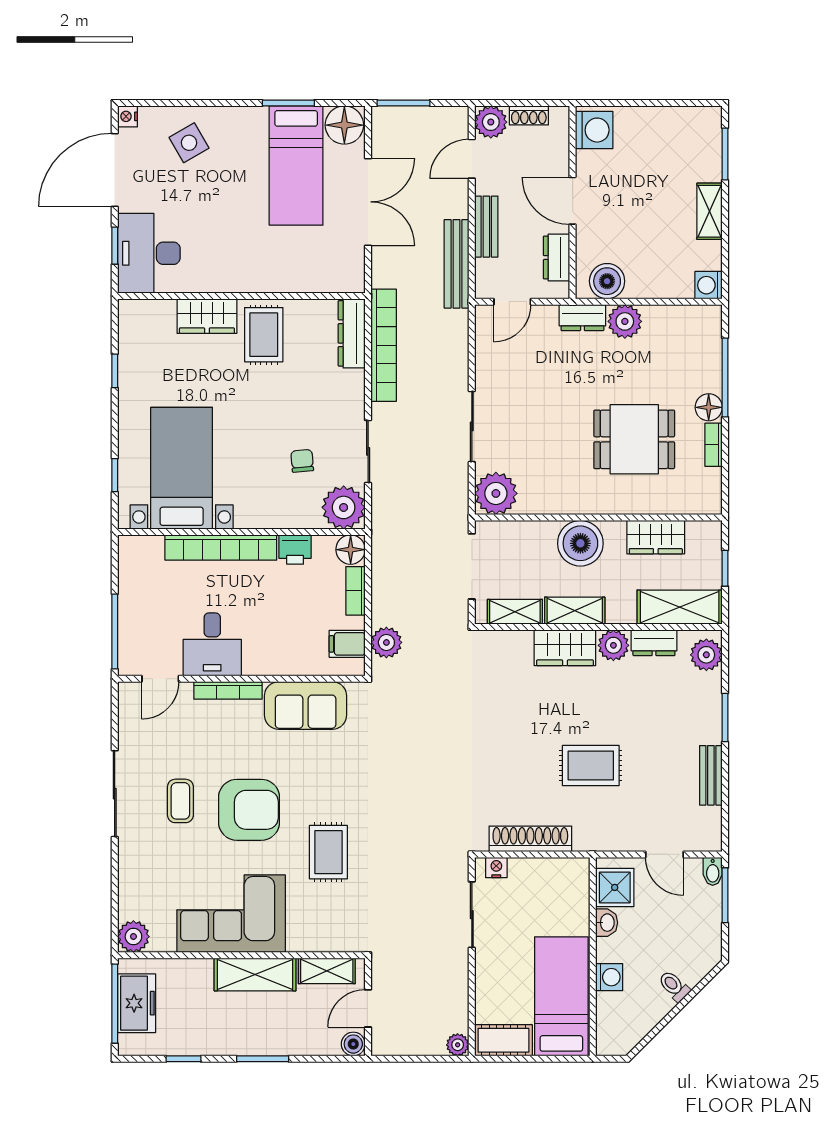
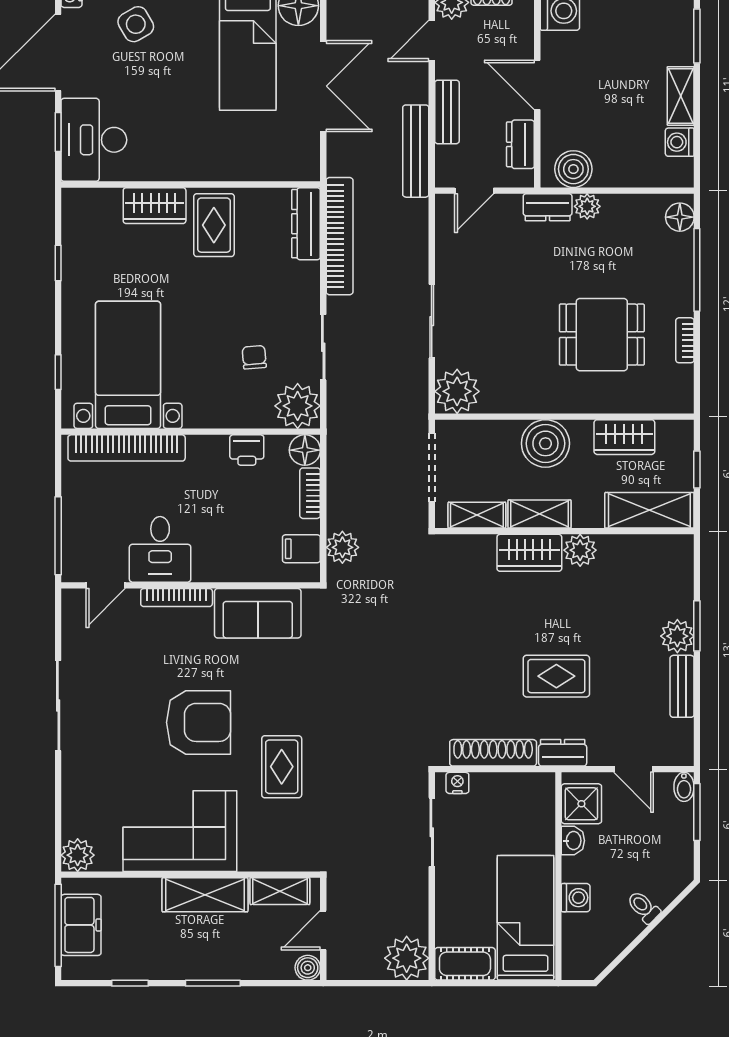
washing machine: (709, 285) -> (680, 142), moved
plant: (625, 321) -> (587, 206), width x0.73, depth x0.73
floor lamp: (709, 407) -> (680, 217), moved
bookcase: (221, 548) -> (127, 448), moved
dresser: (654, 643) -> (563, 753), moved, turned 180
plant: (706, 655) -> (677, 636), moved
coffee table: (180, 801) -> (127, 713), removed
plant: (458, 1045) -> (407, 958), width x1.88, depth x1.88

